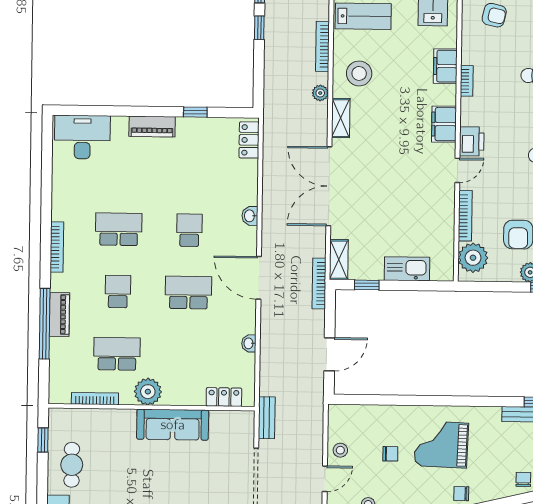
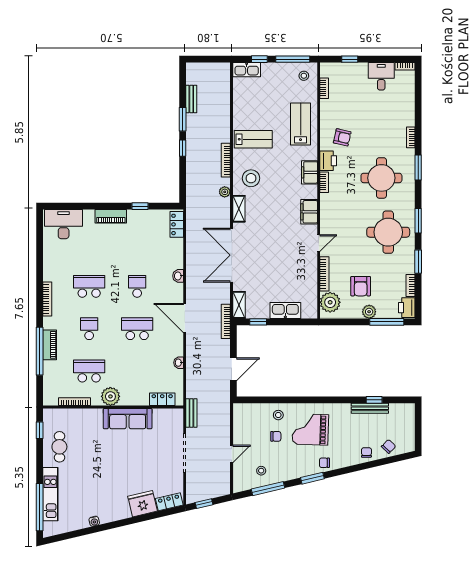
printer: (472, 141) -> (328, 161), moved
stool: (340, 450) -> (278, 415), moved

